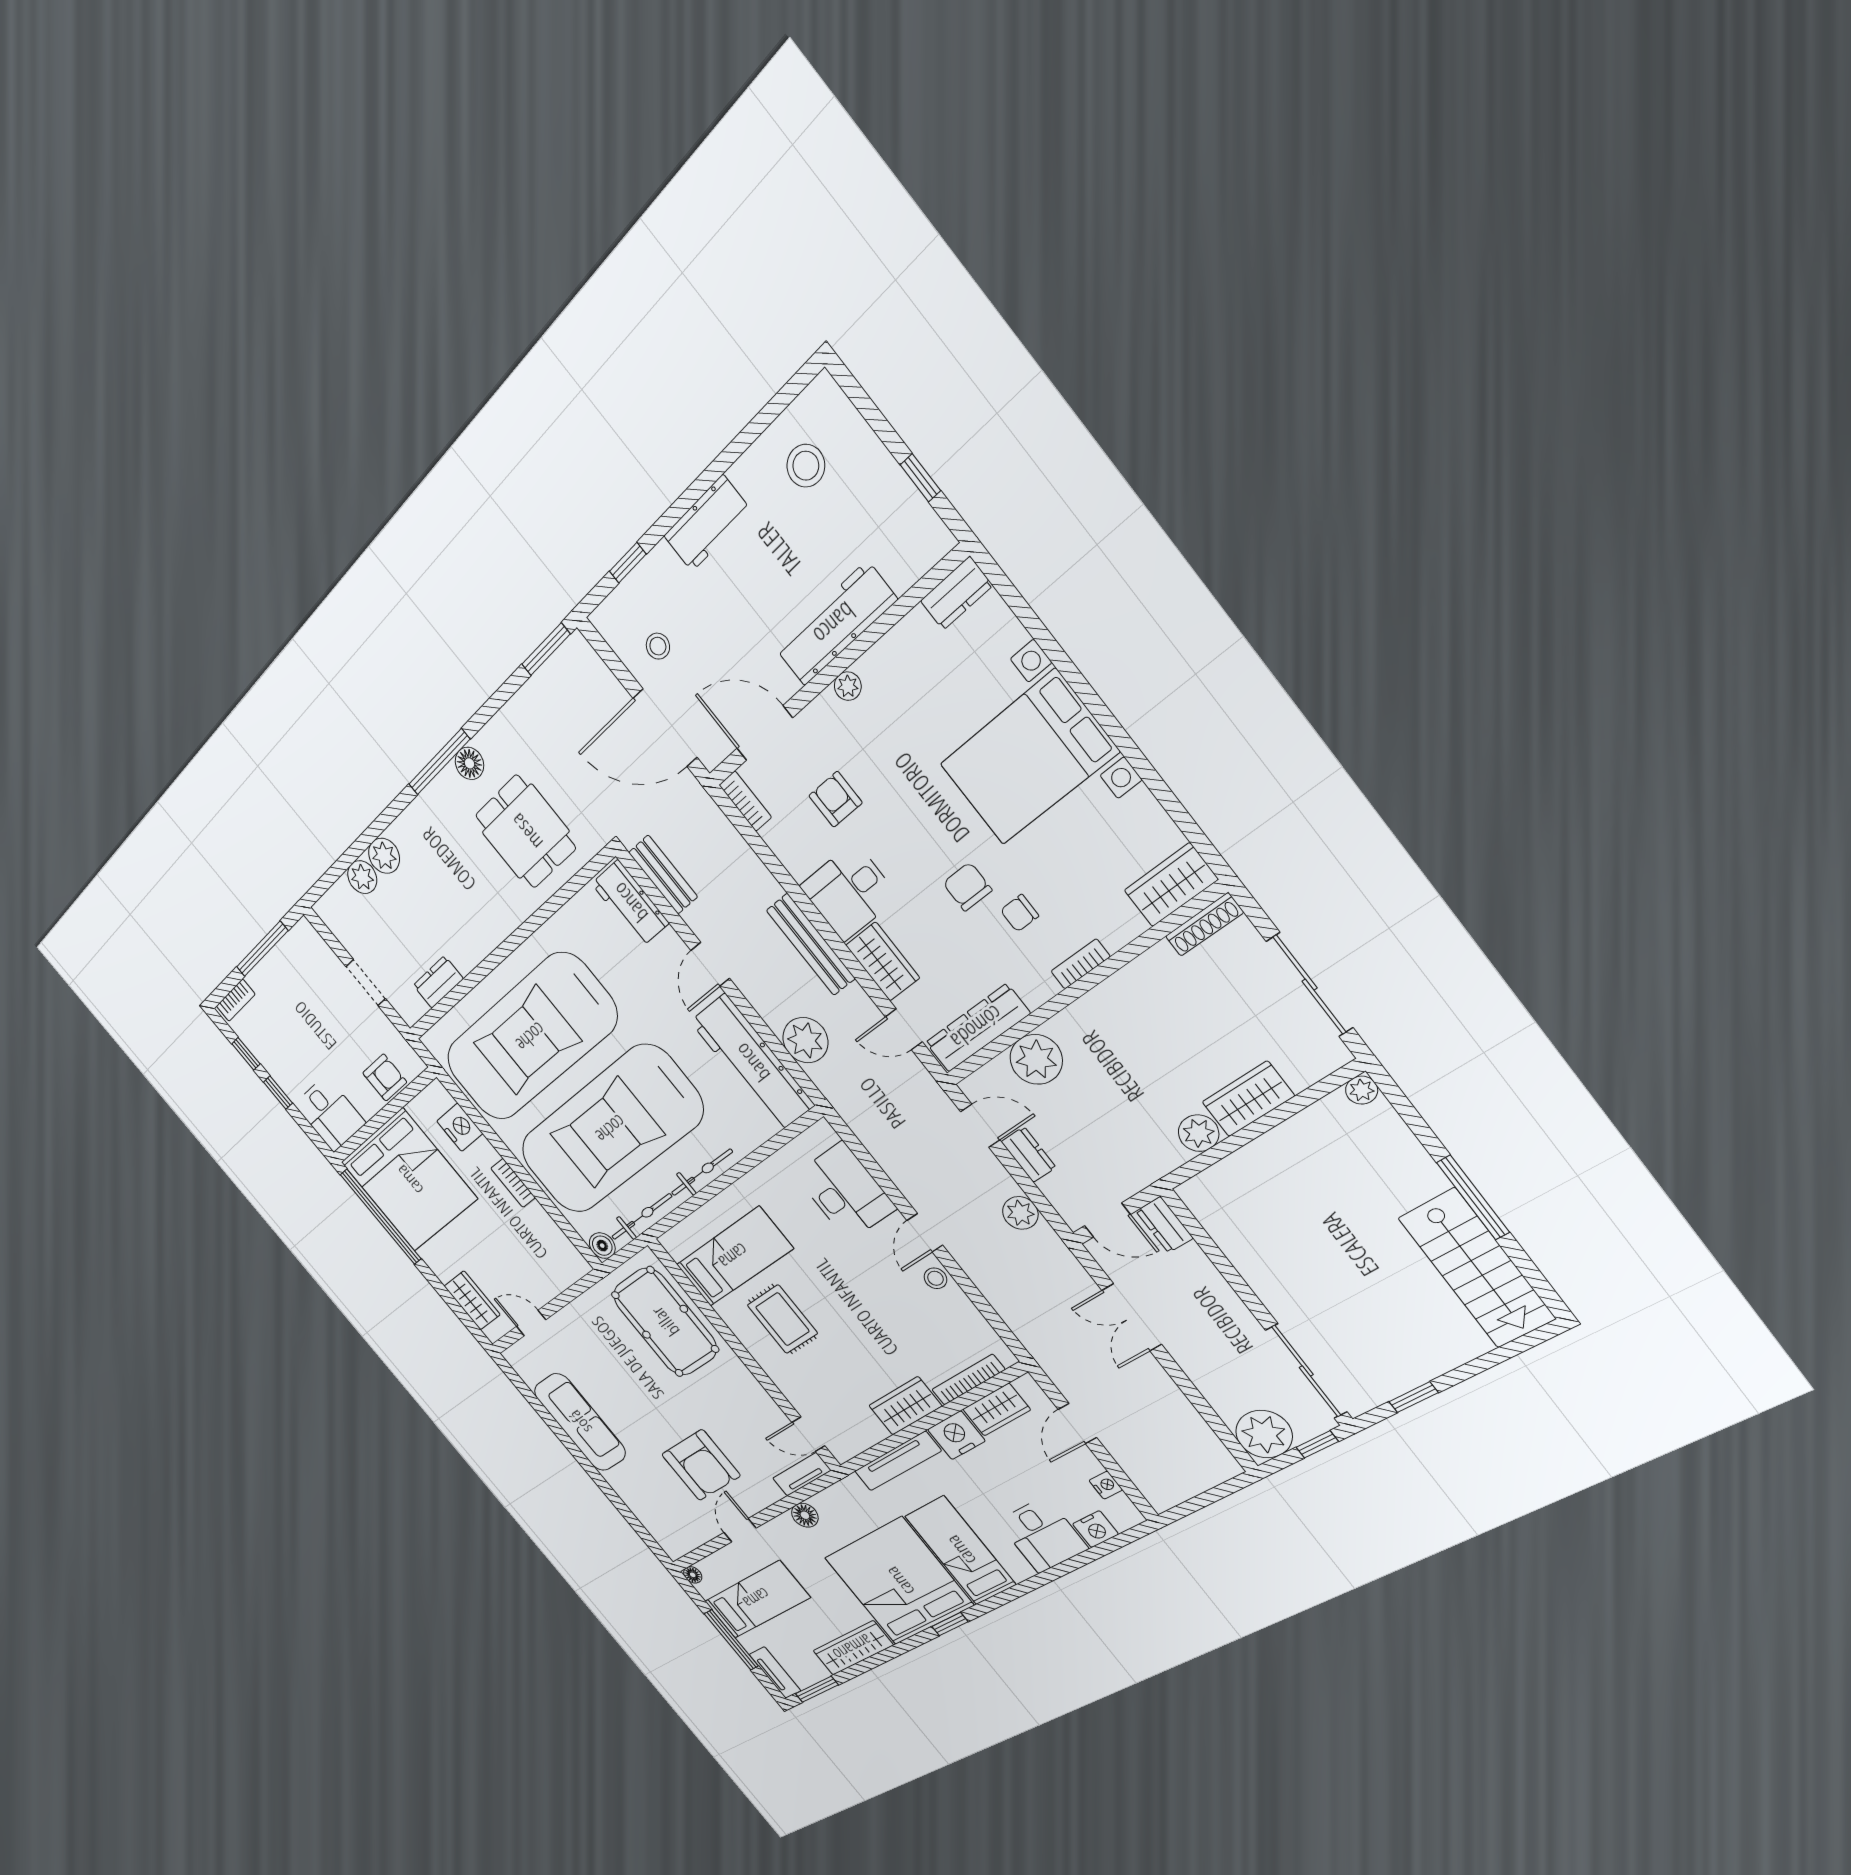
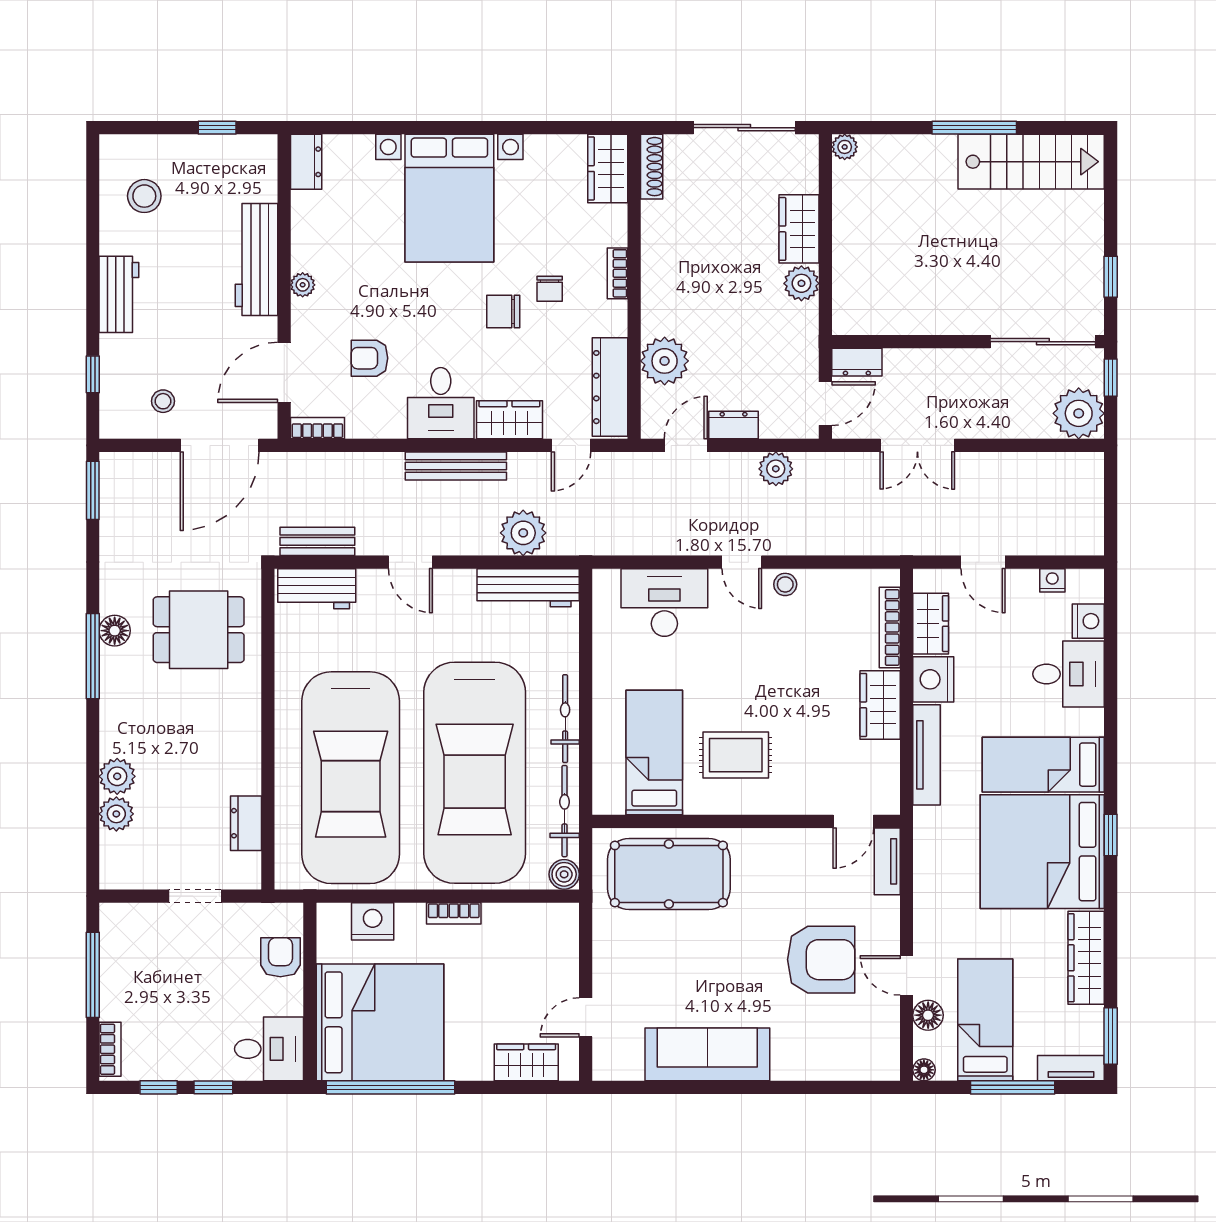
workbench: (752, 1063) -> (528, 588), width x0.73, depth x0.76
floor lamp: (805, 1515) -> (928, 1015), moved

